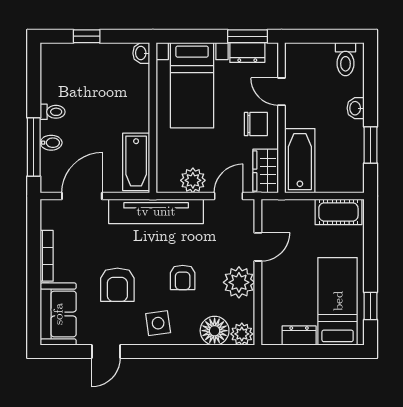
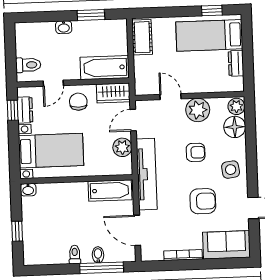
window: (248, 36) -> (13, 110), width x0.67
toilet: (345, 59) -> (28, 65), moved
door: (229, 196) -> (133, 120), hinge flipped

